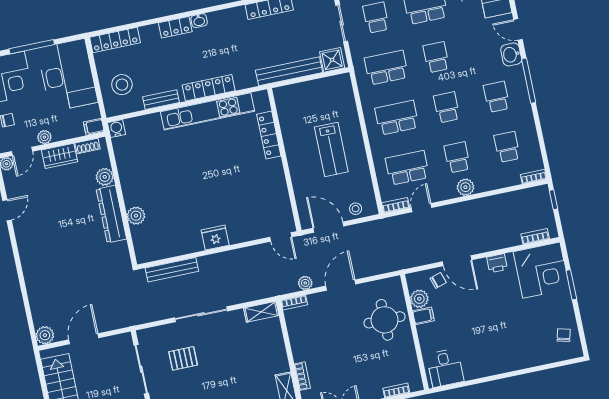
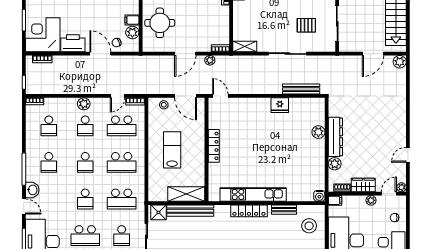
shelving: (299, 93) -> (186, 194), added
locker: (269, 135) -> (214, 146), moved
fridge: (215, 238) -> (280, 105), moved
printer: (497, 263) -> (73, 43), width x1.87, depth x1.48

